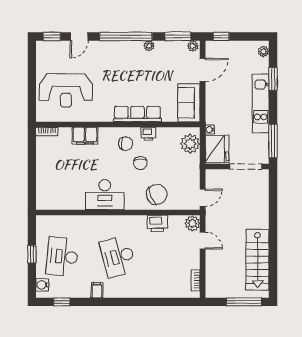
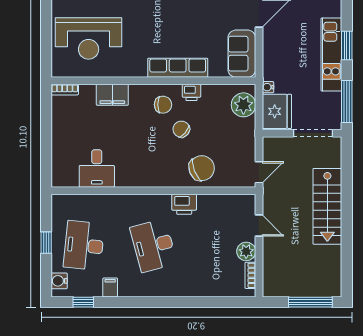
window: (273, 79) -> (347, 46), moved
chair: (140, 163) -> (181, 129), turned 131
desk: (105, 195) -> (97, 168), moved, width x0.73
printer: (157, 223) -> (184, 204), moved
plant: (192, 223) -> (246, 251), moved
stairs: (257, 260) -> (327, 206), moved
filing cabinet: (97, 290) -> (110, 287), moved

